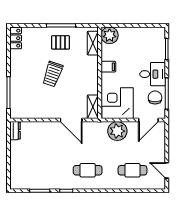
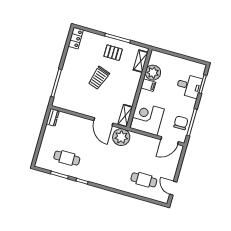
plant: (110, 35) -> (153, 73), moved
desk: (153, 74) -> (189, 86), moved
plant: (117, 131) -> (121, 137), moved
cafe table: (88, 170) -> (67, 158), moved

